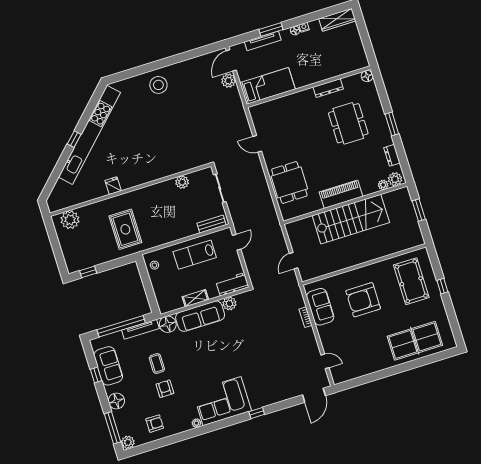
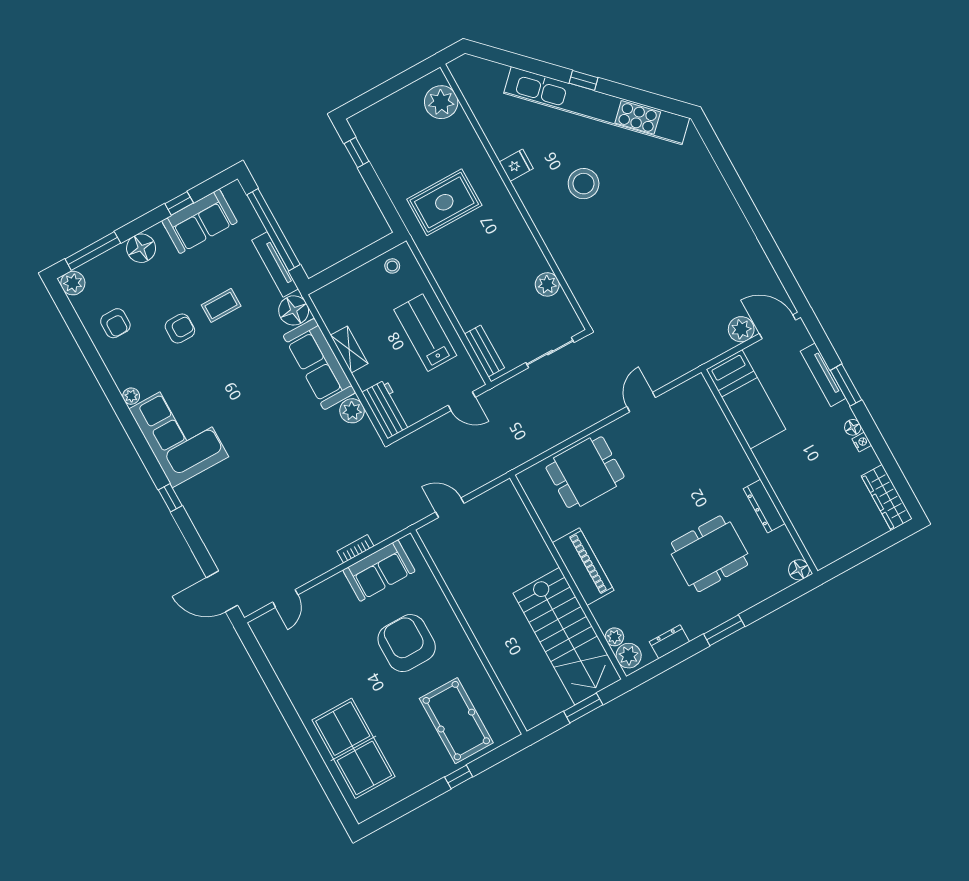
stool: (158, 85) -> (584, 184), moved
stairs: (351, 219) -> (567, 636), moved
pool table: (411, 281) -> (456, 721), turned 90

